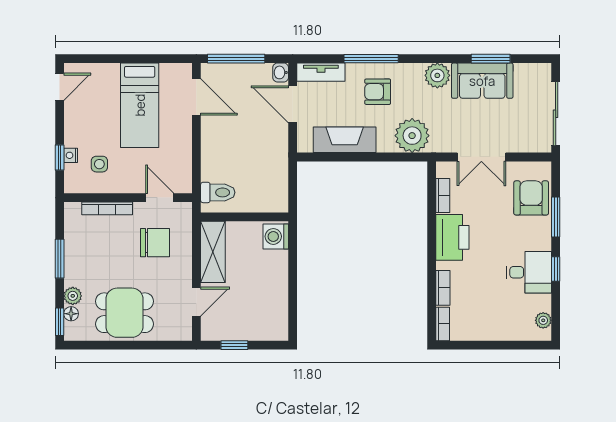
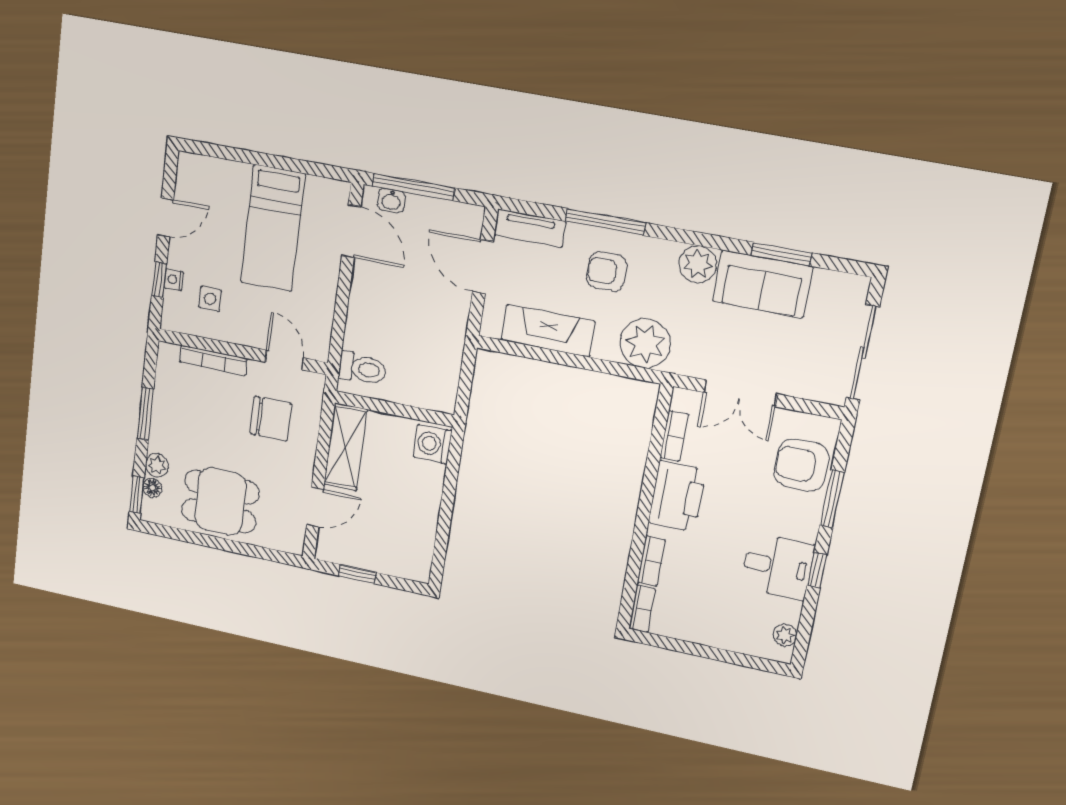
washbasin: (281, 72) -> (391, 201), moved, turned -90
door: (60, 87) -> (166, 217), moved
armchair: (531, 198) -> (802, 465), turned -90

